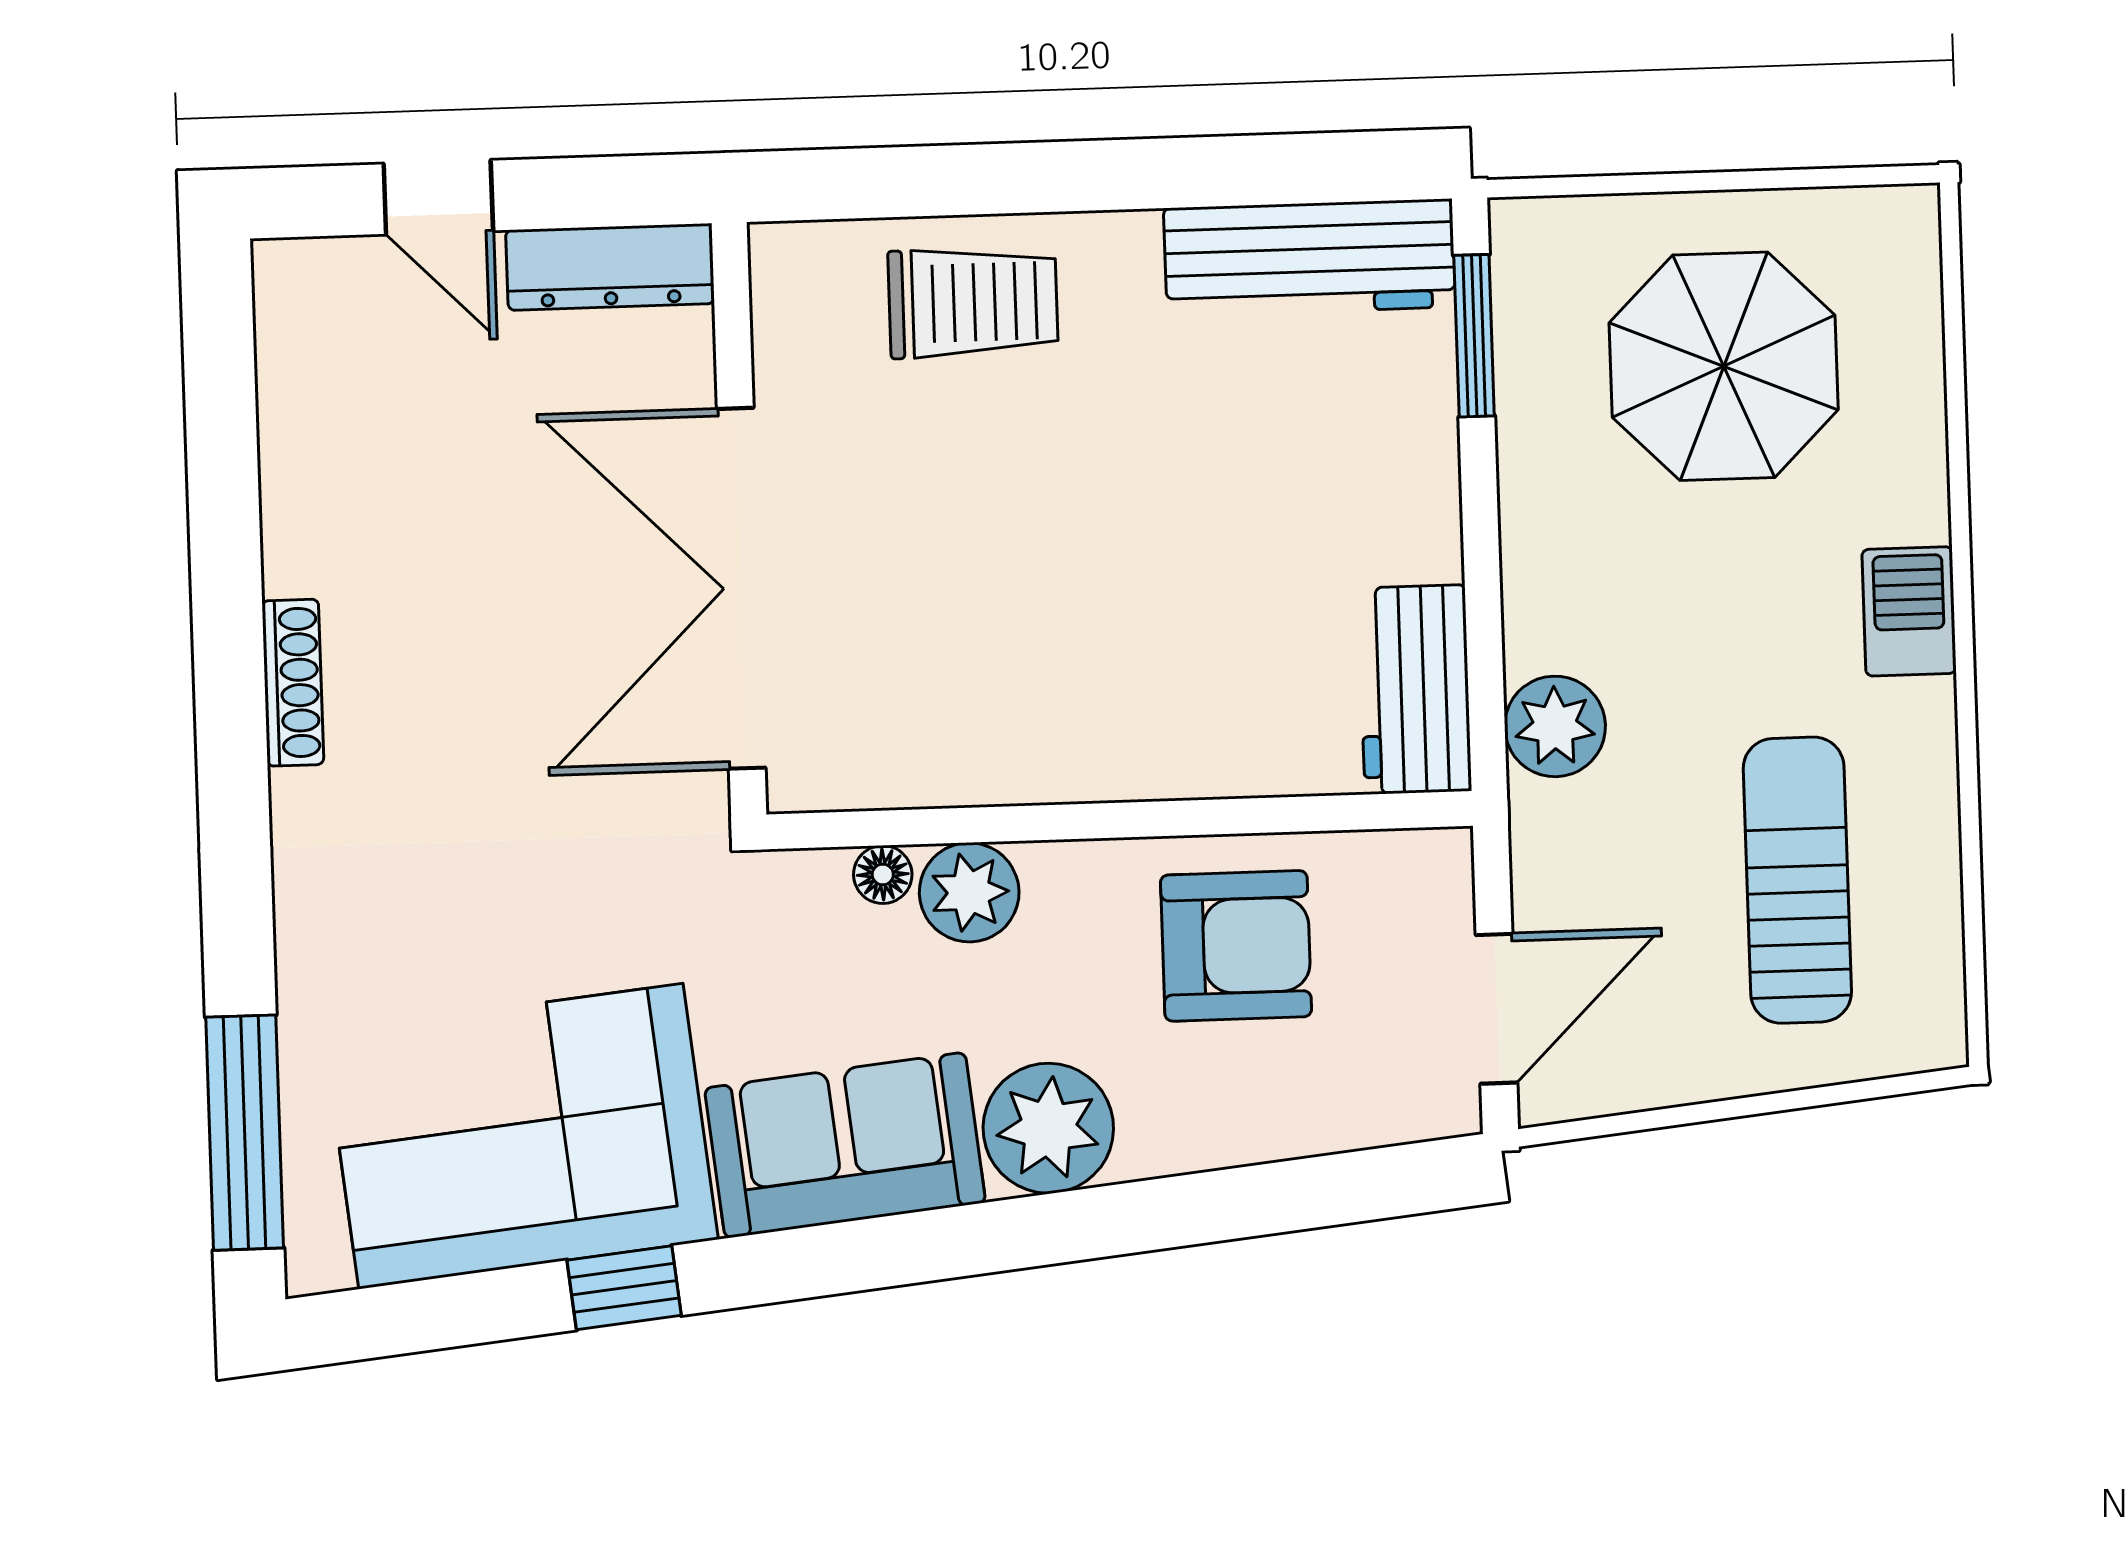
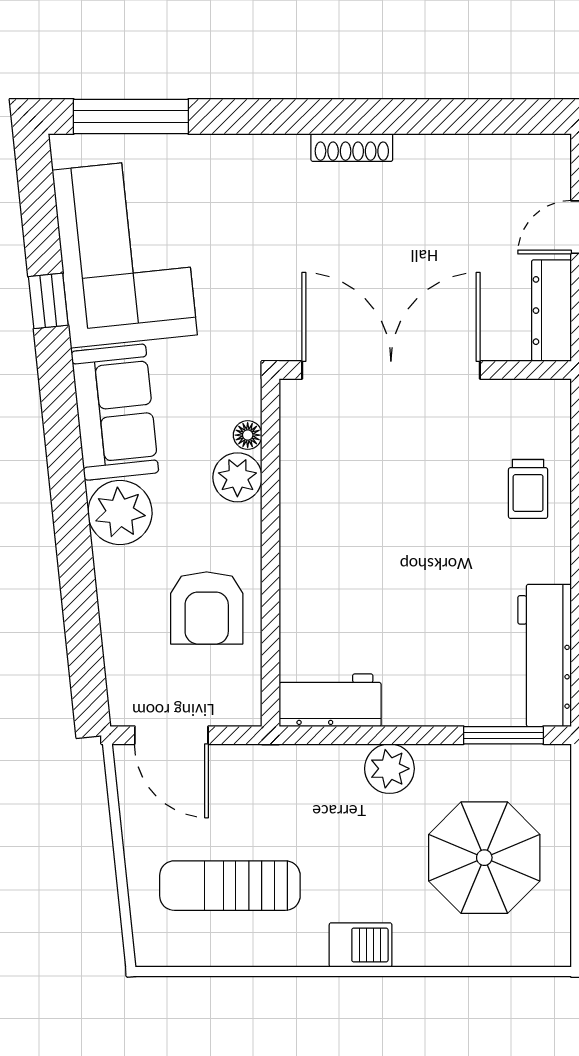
trolley: (973, 302) -> (528, 489), width x0.73, depth x0.72
plant: (1555, 726) -> (389, 769), moved
sun lounger: (1797, 880) -> (230, 886), turned 180

